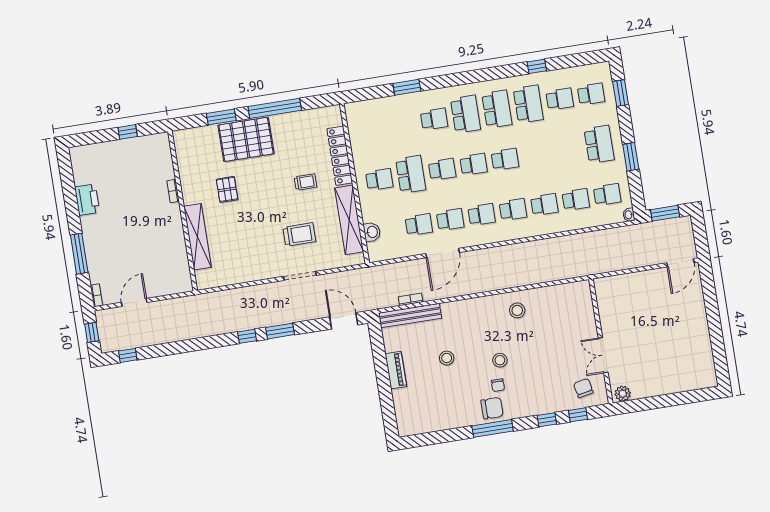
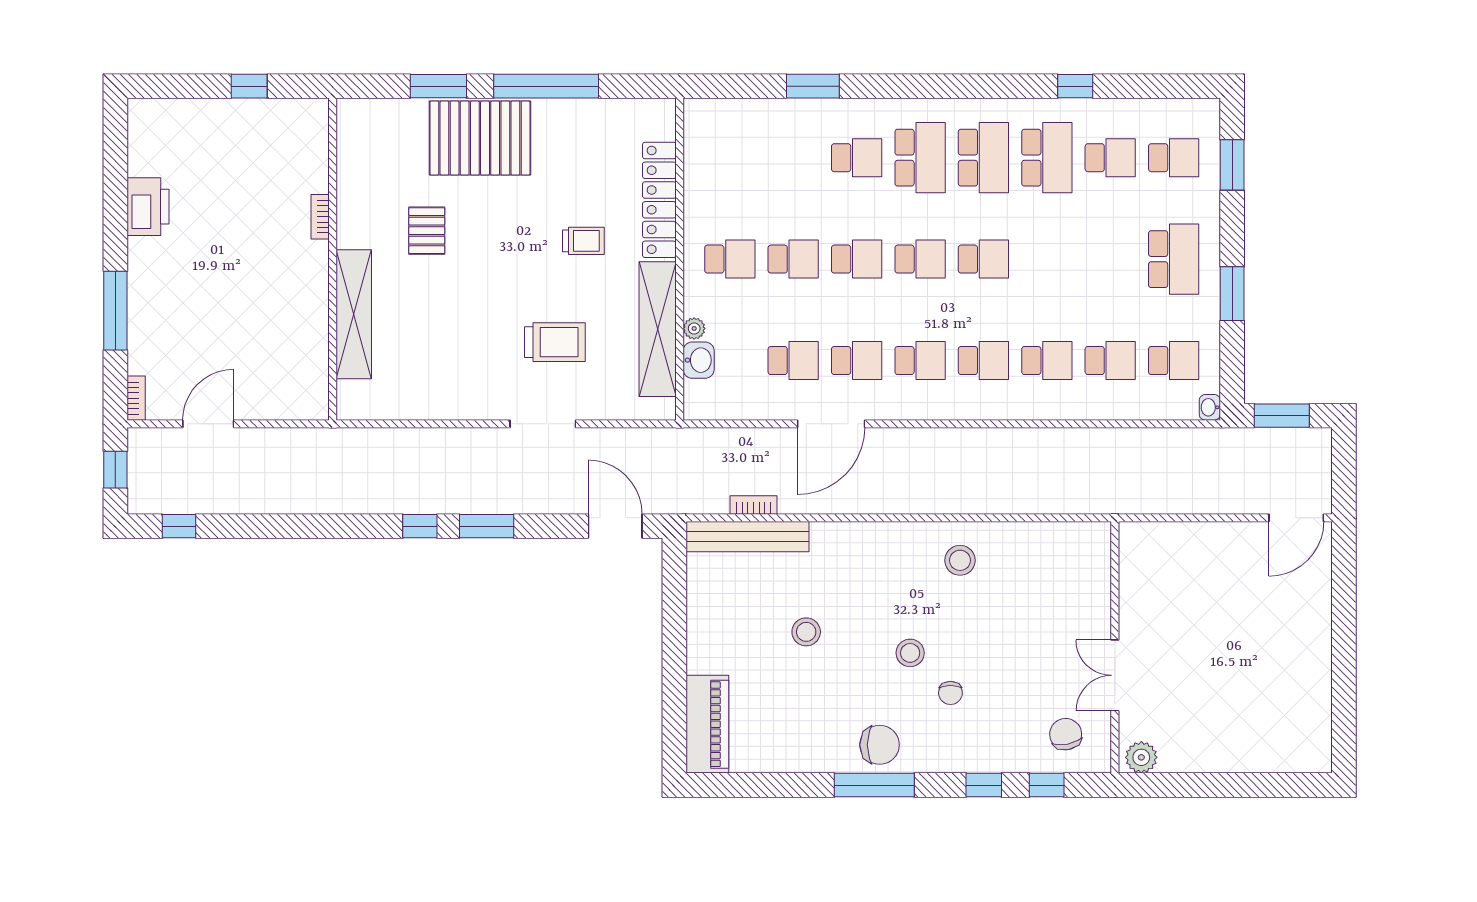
school desk: (411, 174) -> (793, 259), width x0.54
plant: (367, 217) -> (694, 328), added
piano: (396, 370) -> (707, 724), moved, width x1.37, depth x1.33
chair: (498, 385) -> (950, 693), moved

